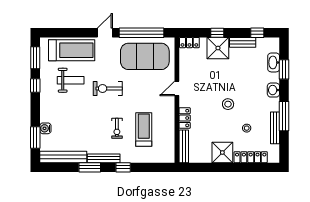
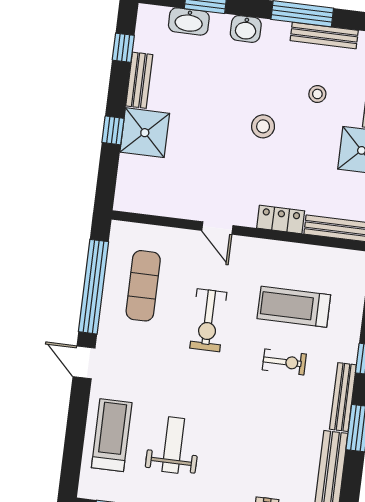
locker: (189, 43) -> (126, 190), removed
treadmill: (72, 50) -> (112, 435), width x0.73, depth x0.73
exercise mat: (145, 56) -> (143, 286), width x0.50, depth x0.69
exercise bike: (108, 89) -> (208, 320), moved

